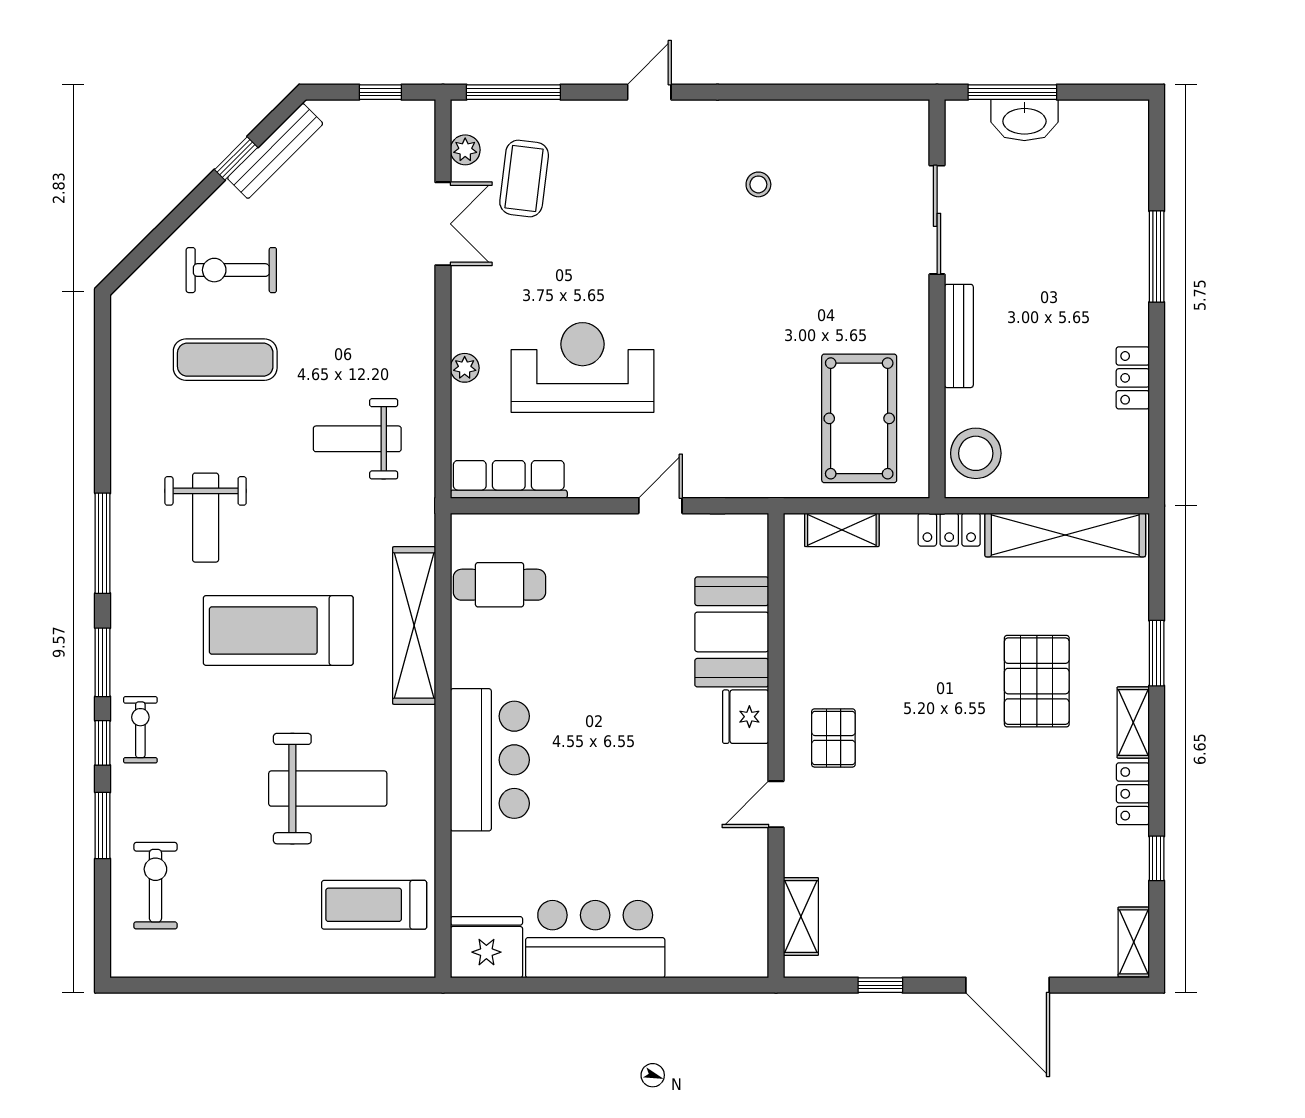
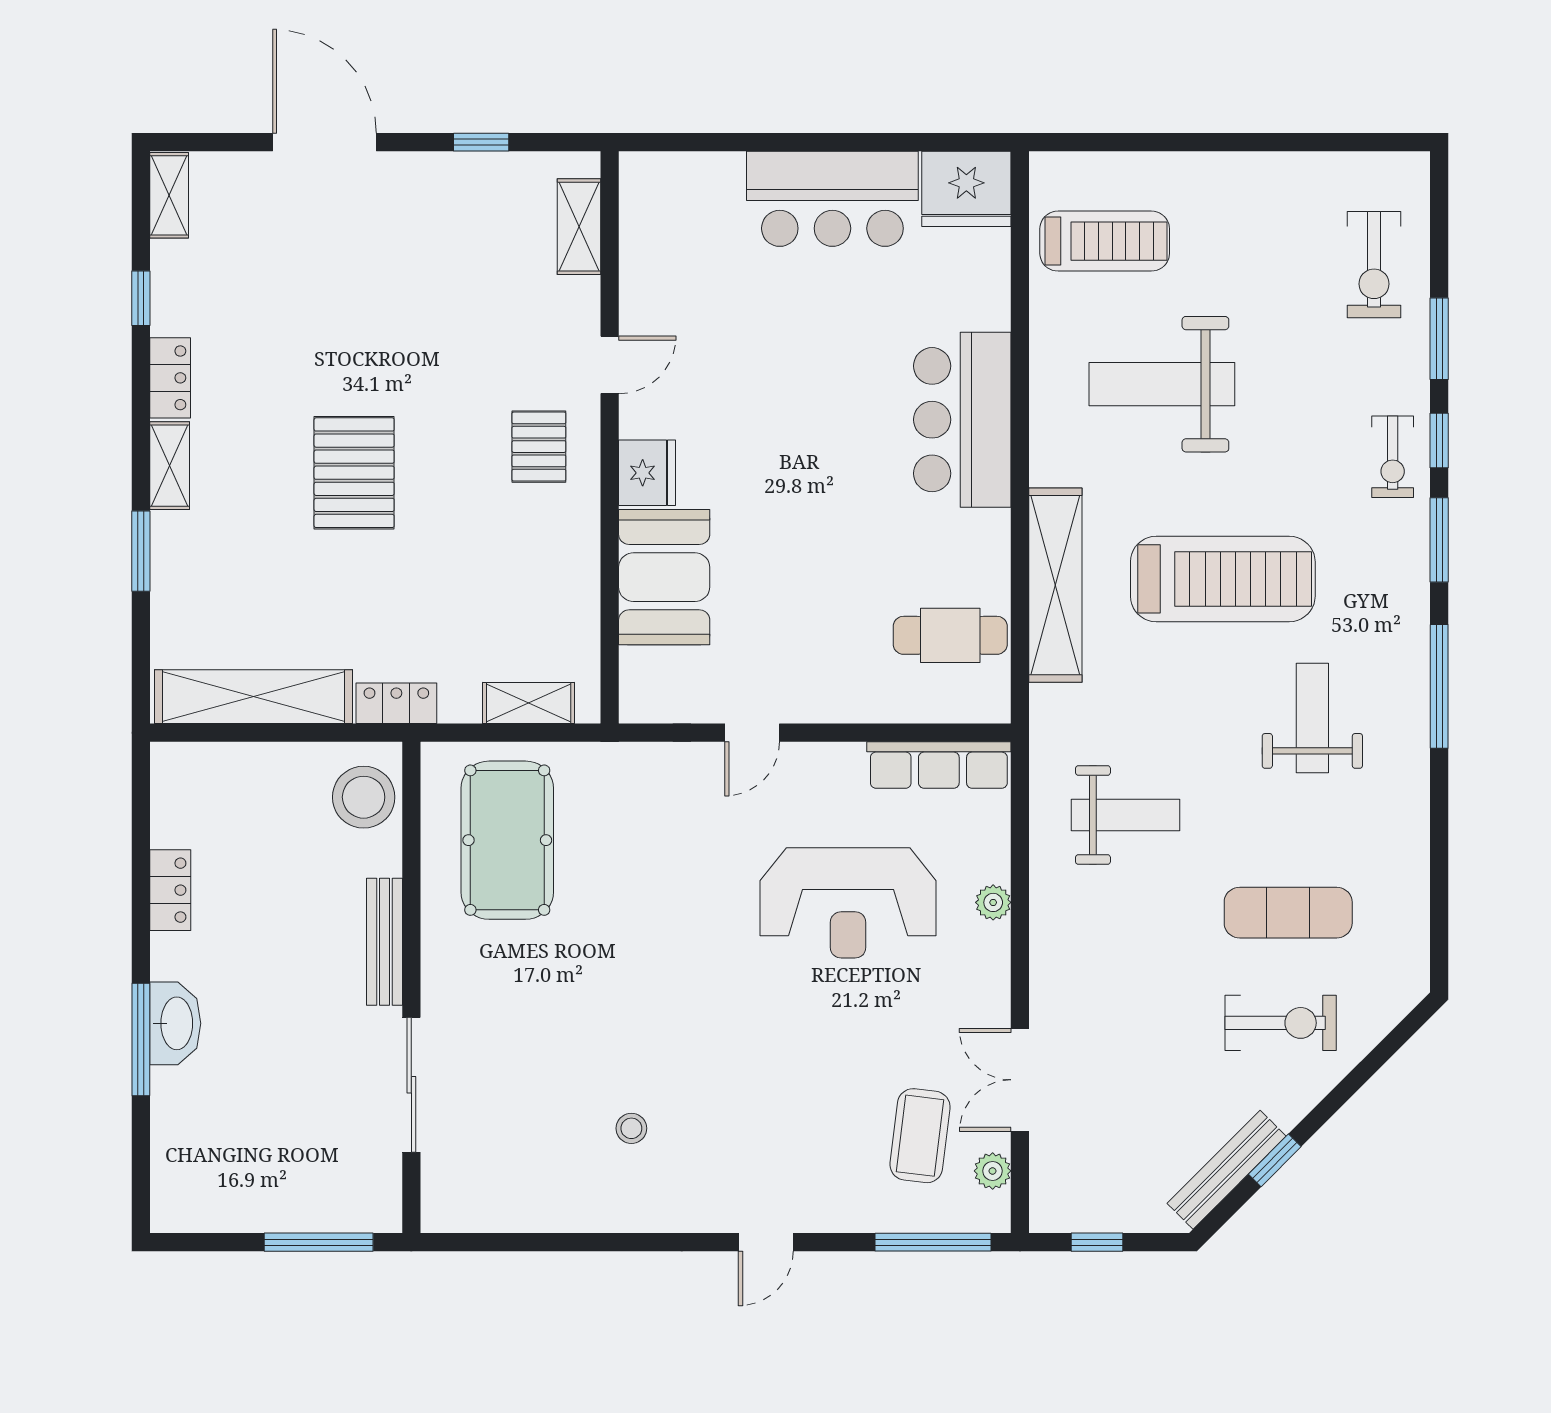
washbasin: (1024, 120) -> (175, 1023), moved, turned 90
pallet: (1037, 681) -> (354, 473), moved

